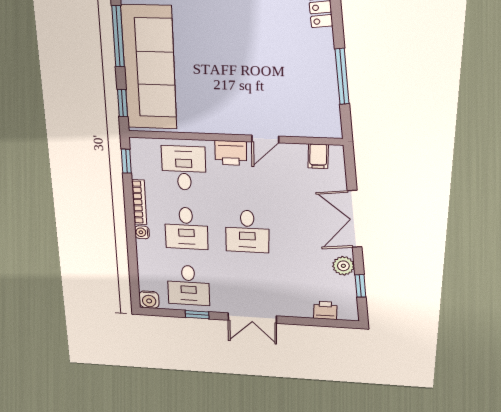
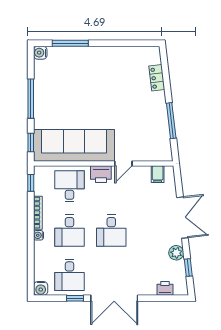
sofa: (149, 68) -> (74, 145), moved, turned -90
double door: (355, 219) -> (182, 218), swing flipped
double door: (252, 318) -> (114, 298), width x1.37

